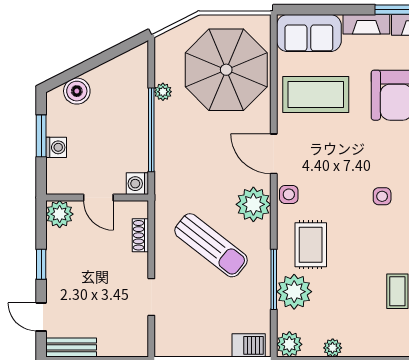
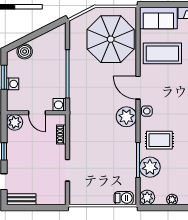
plant: (163, 92) -> (74, 52), removed
sun lounger: (211, 245) -> (102, 140), removed
rug: (311, 245) -> (159, 140), turned 90

